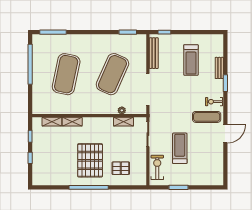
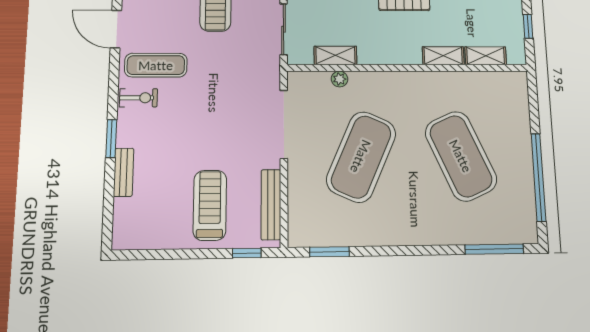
treadmill: (191, 60) -> (210, 205), moved
exercise mat: (66, 74) -> (461, 156), turned -36
door: (225, 134) -> (116, 29), hinge flipped

